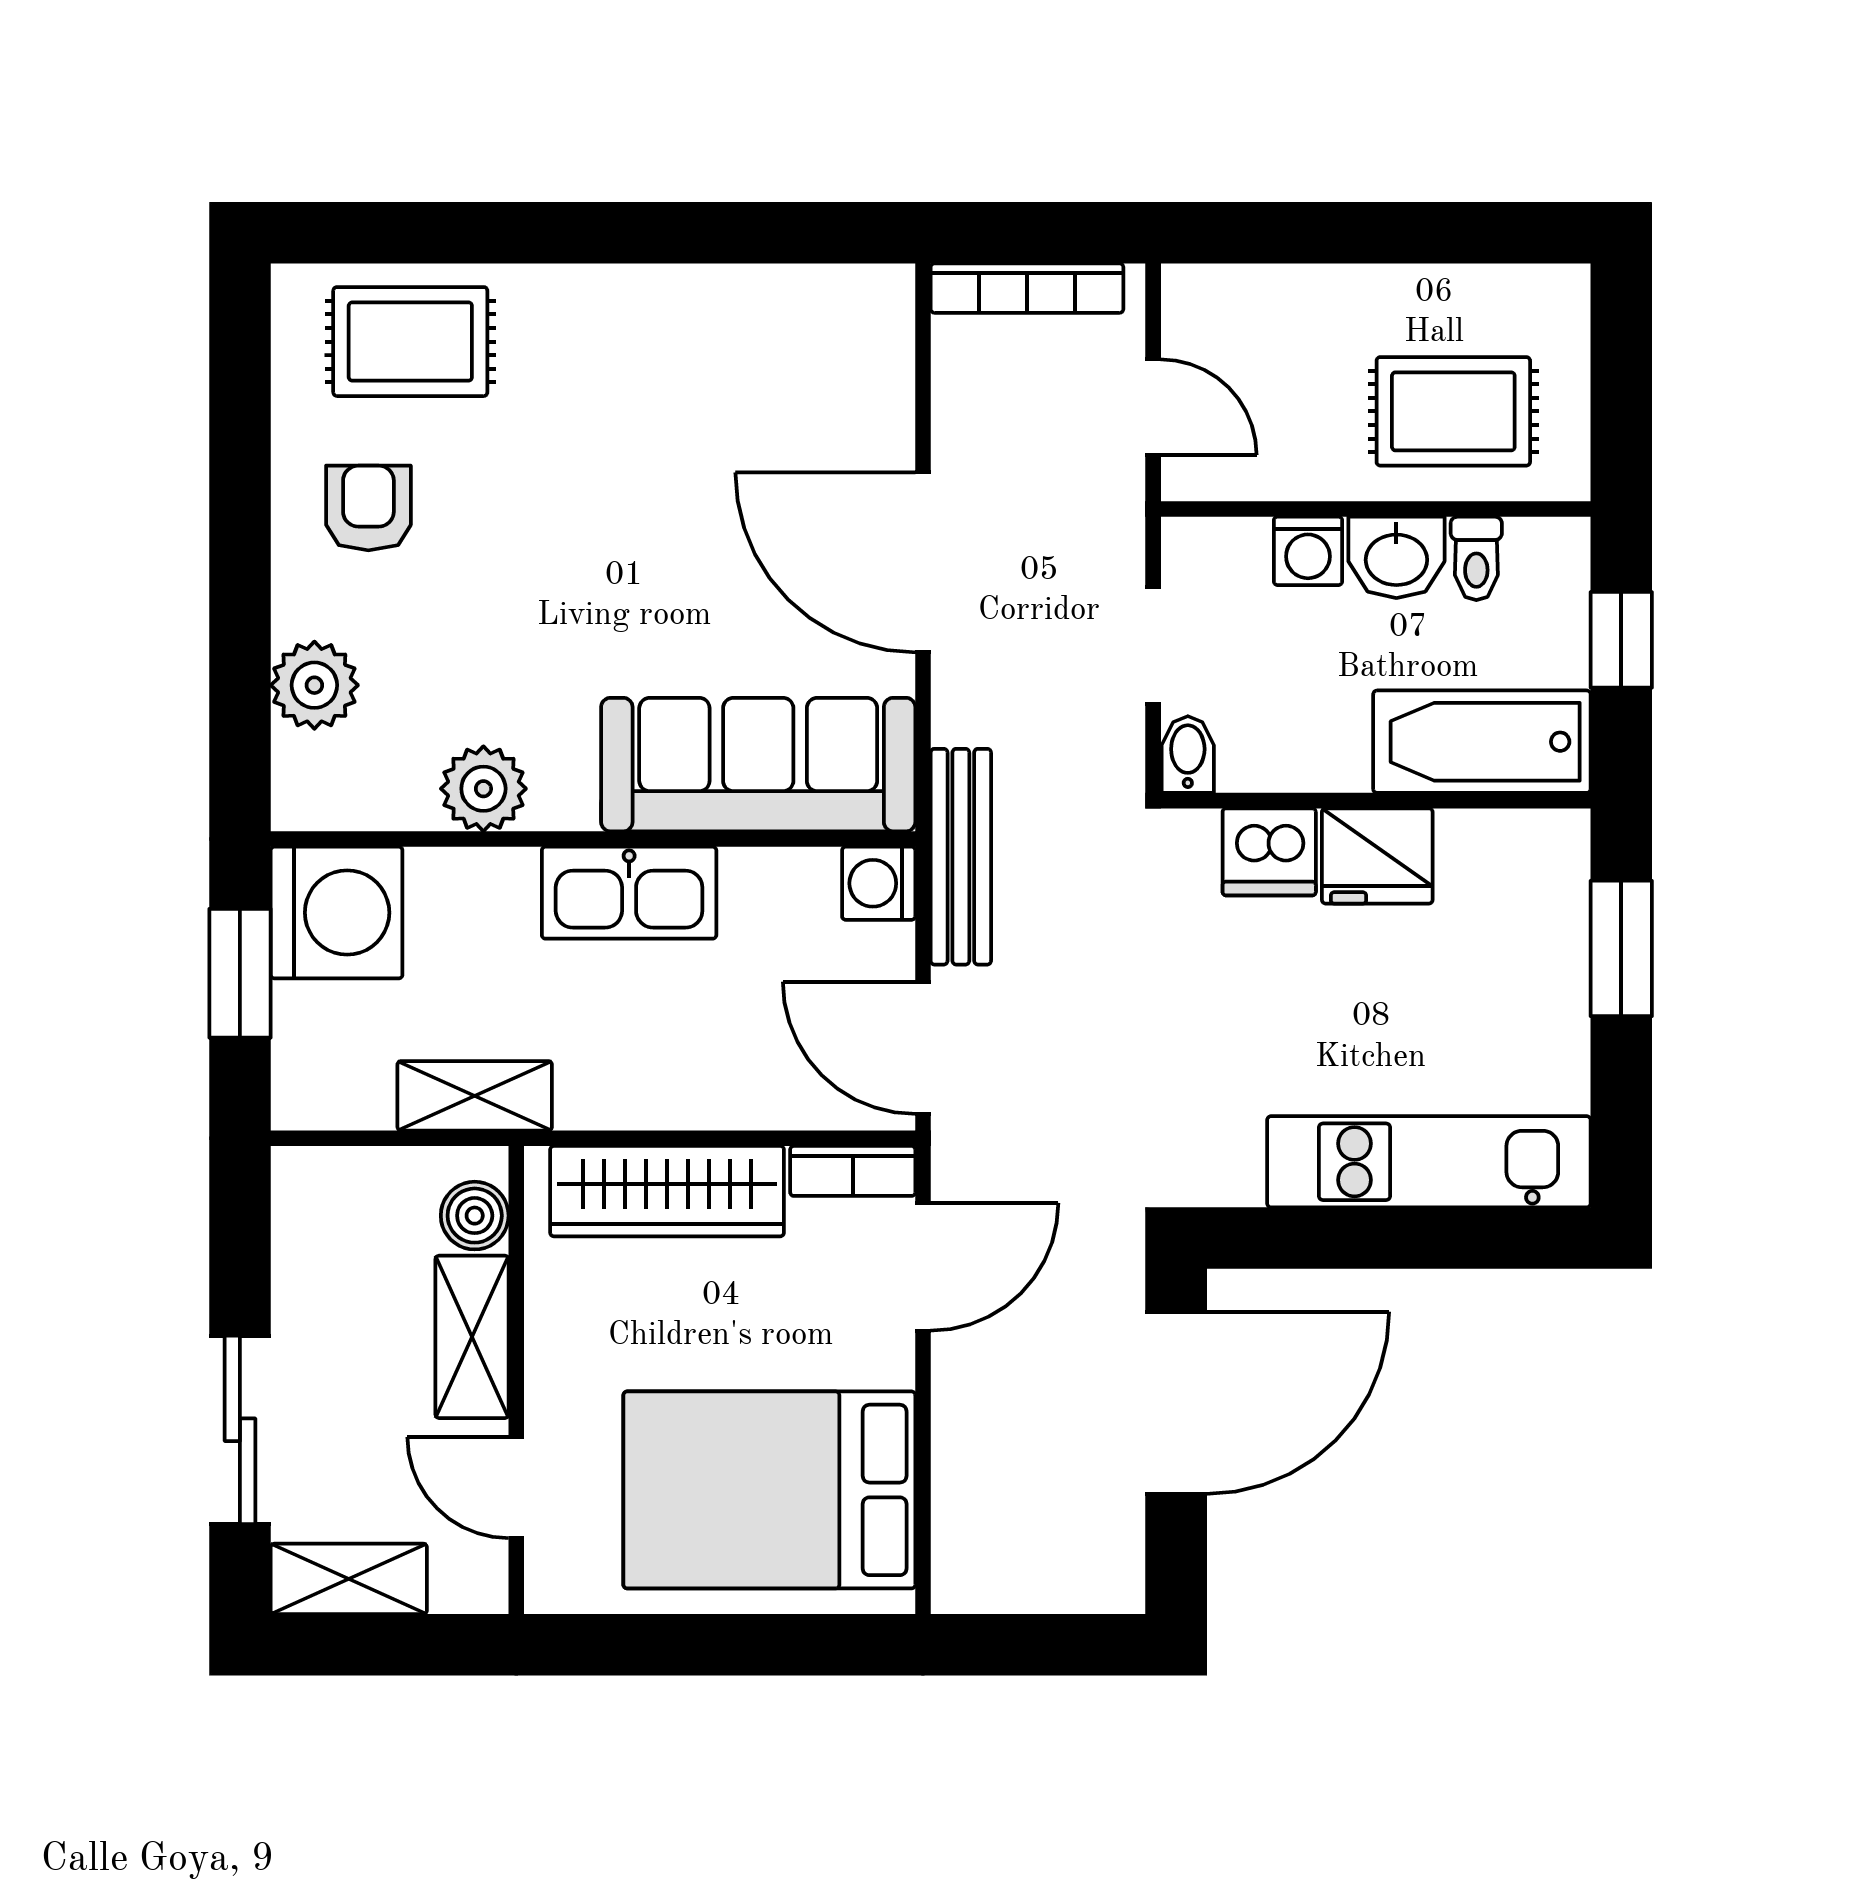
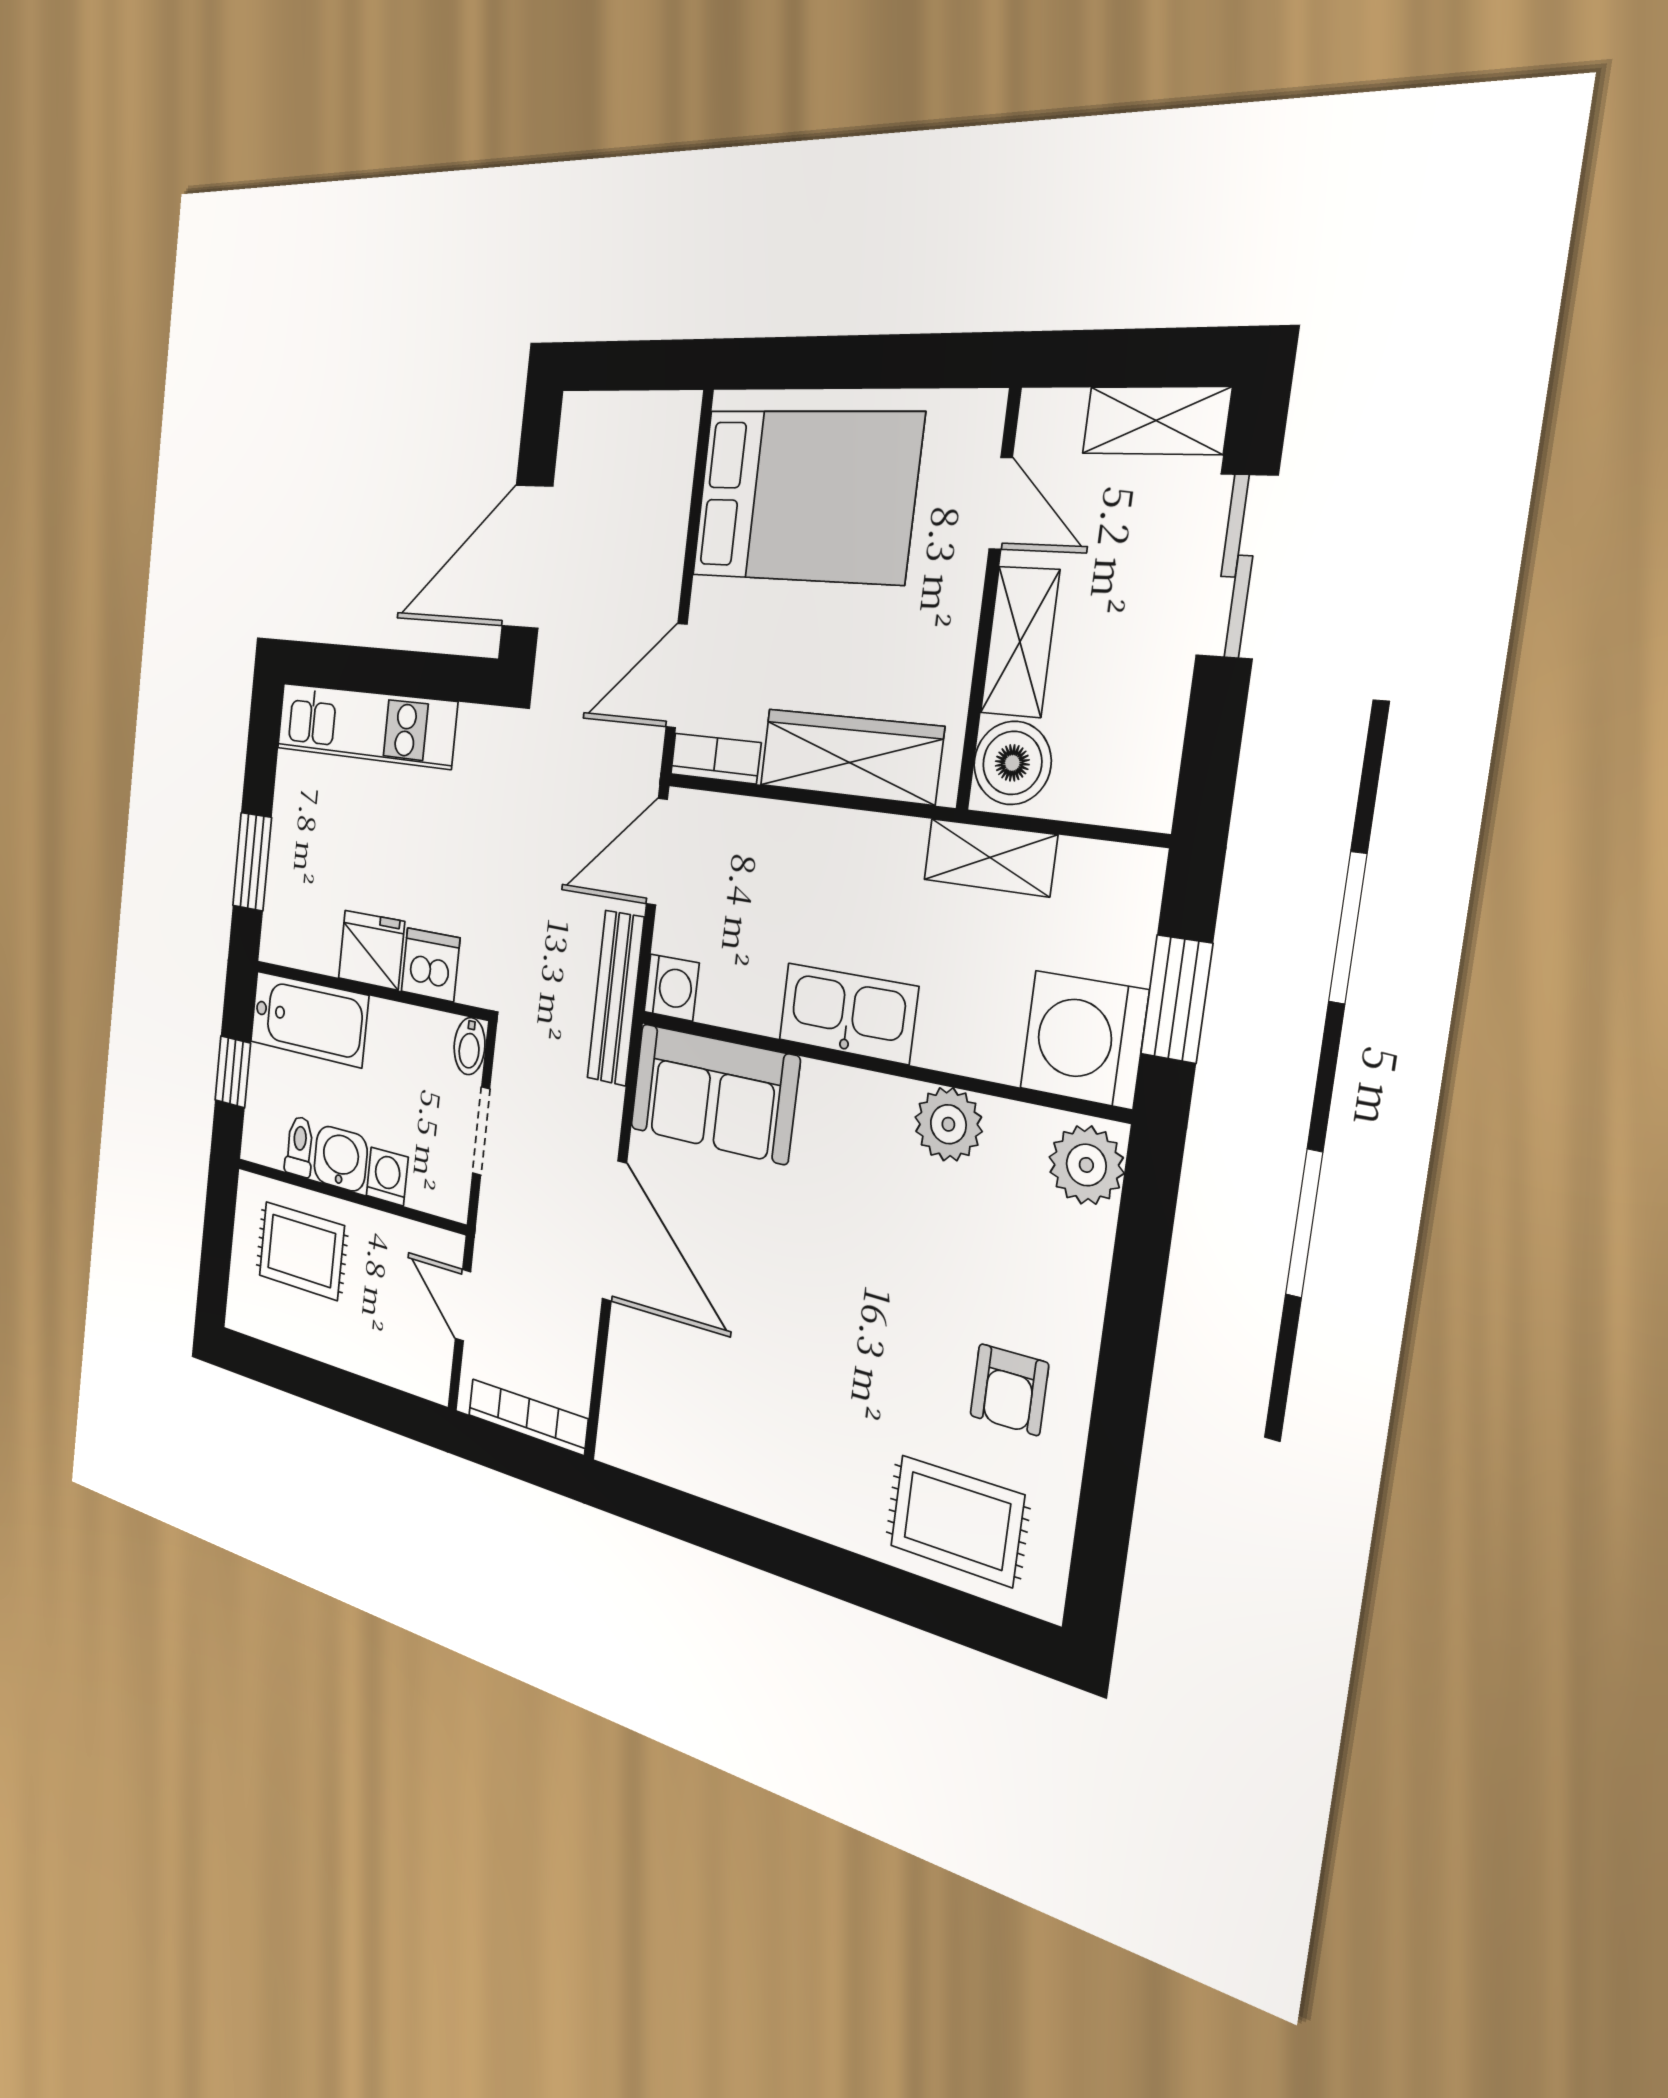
plant: (314, 685) -> (1086, 1165), moved
sofa: (758, 765) -> (714, 1093), width x0.73
door: (923, 1048) -> (657, 852), swing flipped
boiler: (475, 1216) -> (1012, 763), width x1.36, depth x1.36

